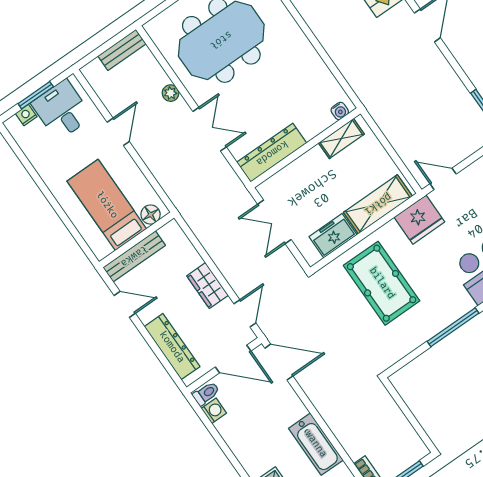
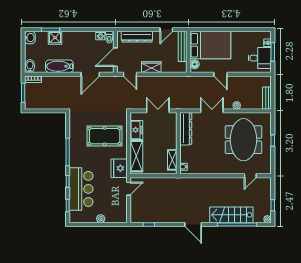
double door: (210, 129) -> (212, 111), swing flipped
door: (118, 132) -> (220, 74), moved
bed: (107, 205) -> (210, 45), width x1.50
door: (279, 362) -> (90, 74), moved

